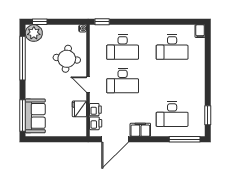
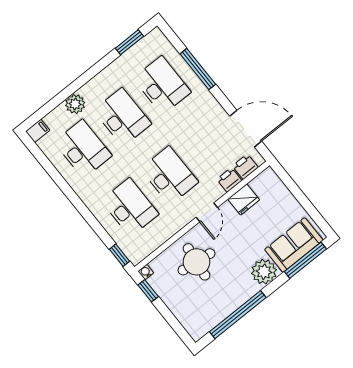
window: (40, 22) -> (148, 291), moved
plant: (34, 33) -> (264, 272), moved
plant: (198, 62) -> (75, 104), added
desk: (172, 81) -> (122, 117), added
filing cabinet: (140, 130) -> (210, 108), removed
window: (185, 139) -> (198, 69), moved

